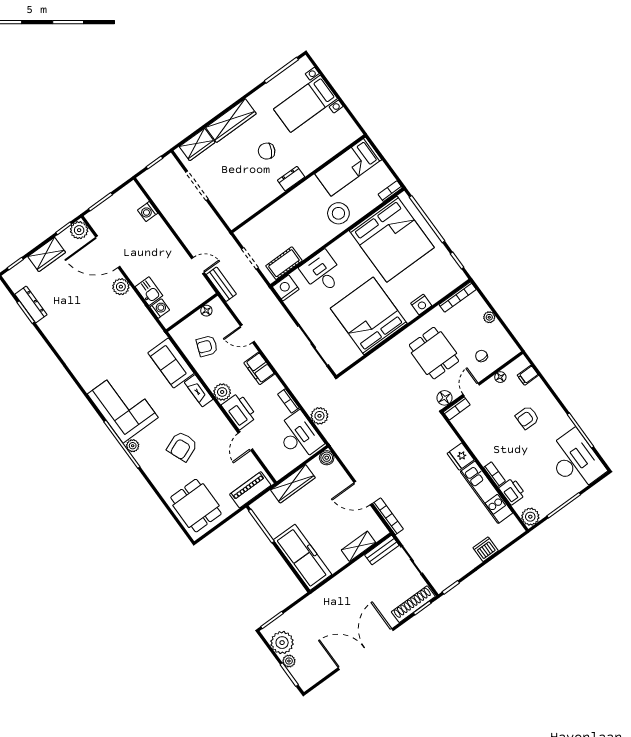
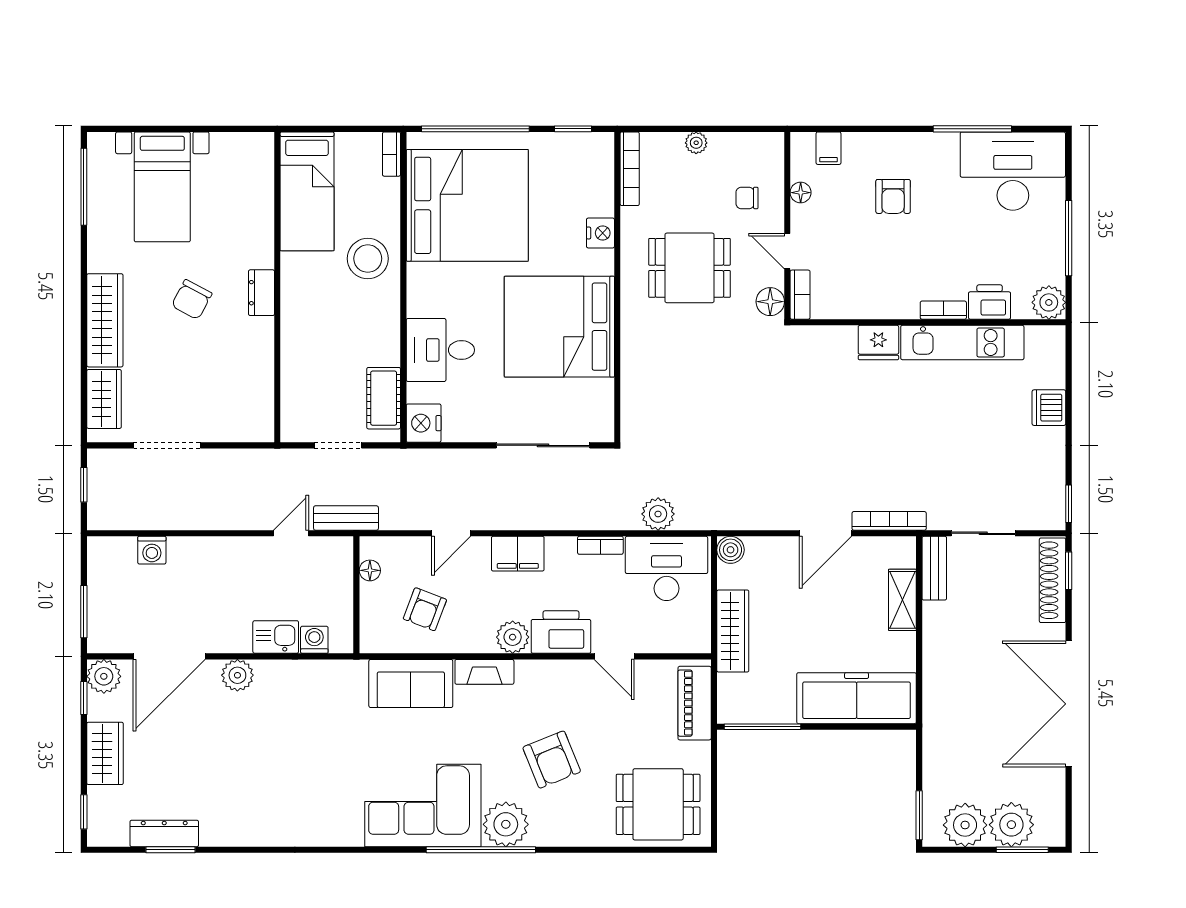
plant: (133, 446) -> (506, 824), width x1.87, depth x1.87
plant: (289, 661) -> (1011, 825), width x1.87, depth x1.87

